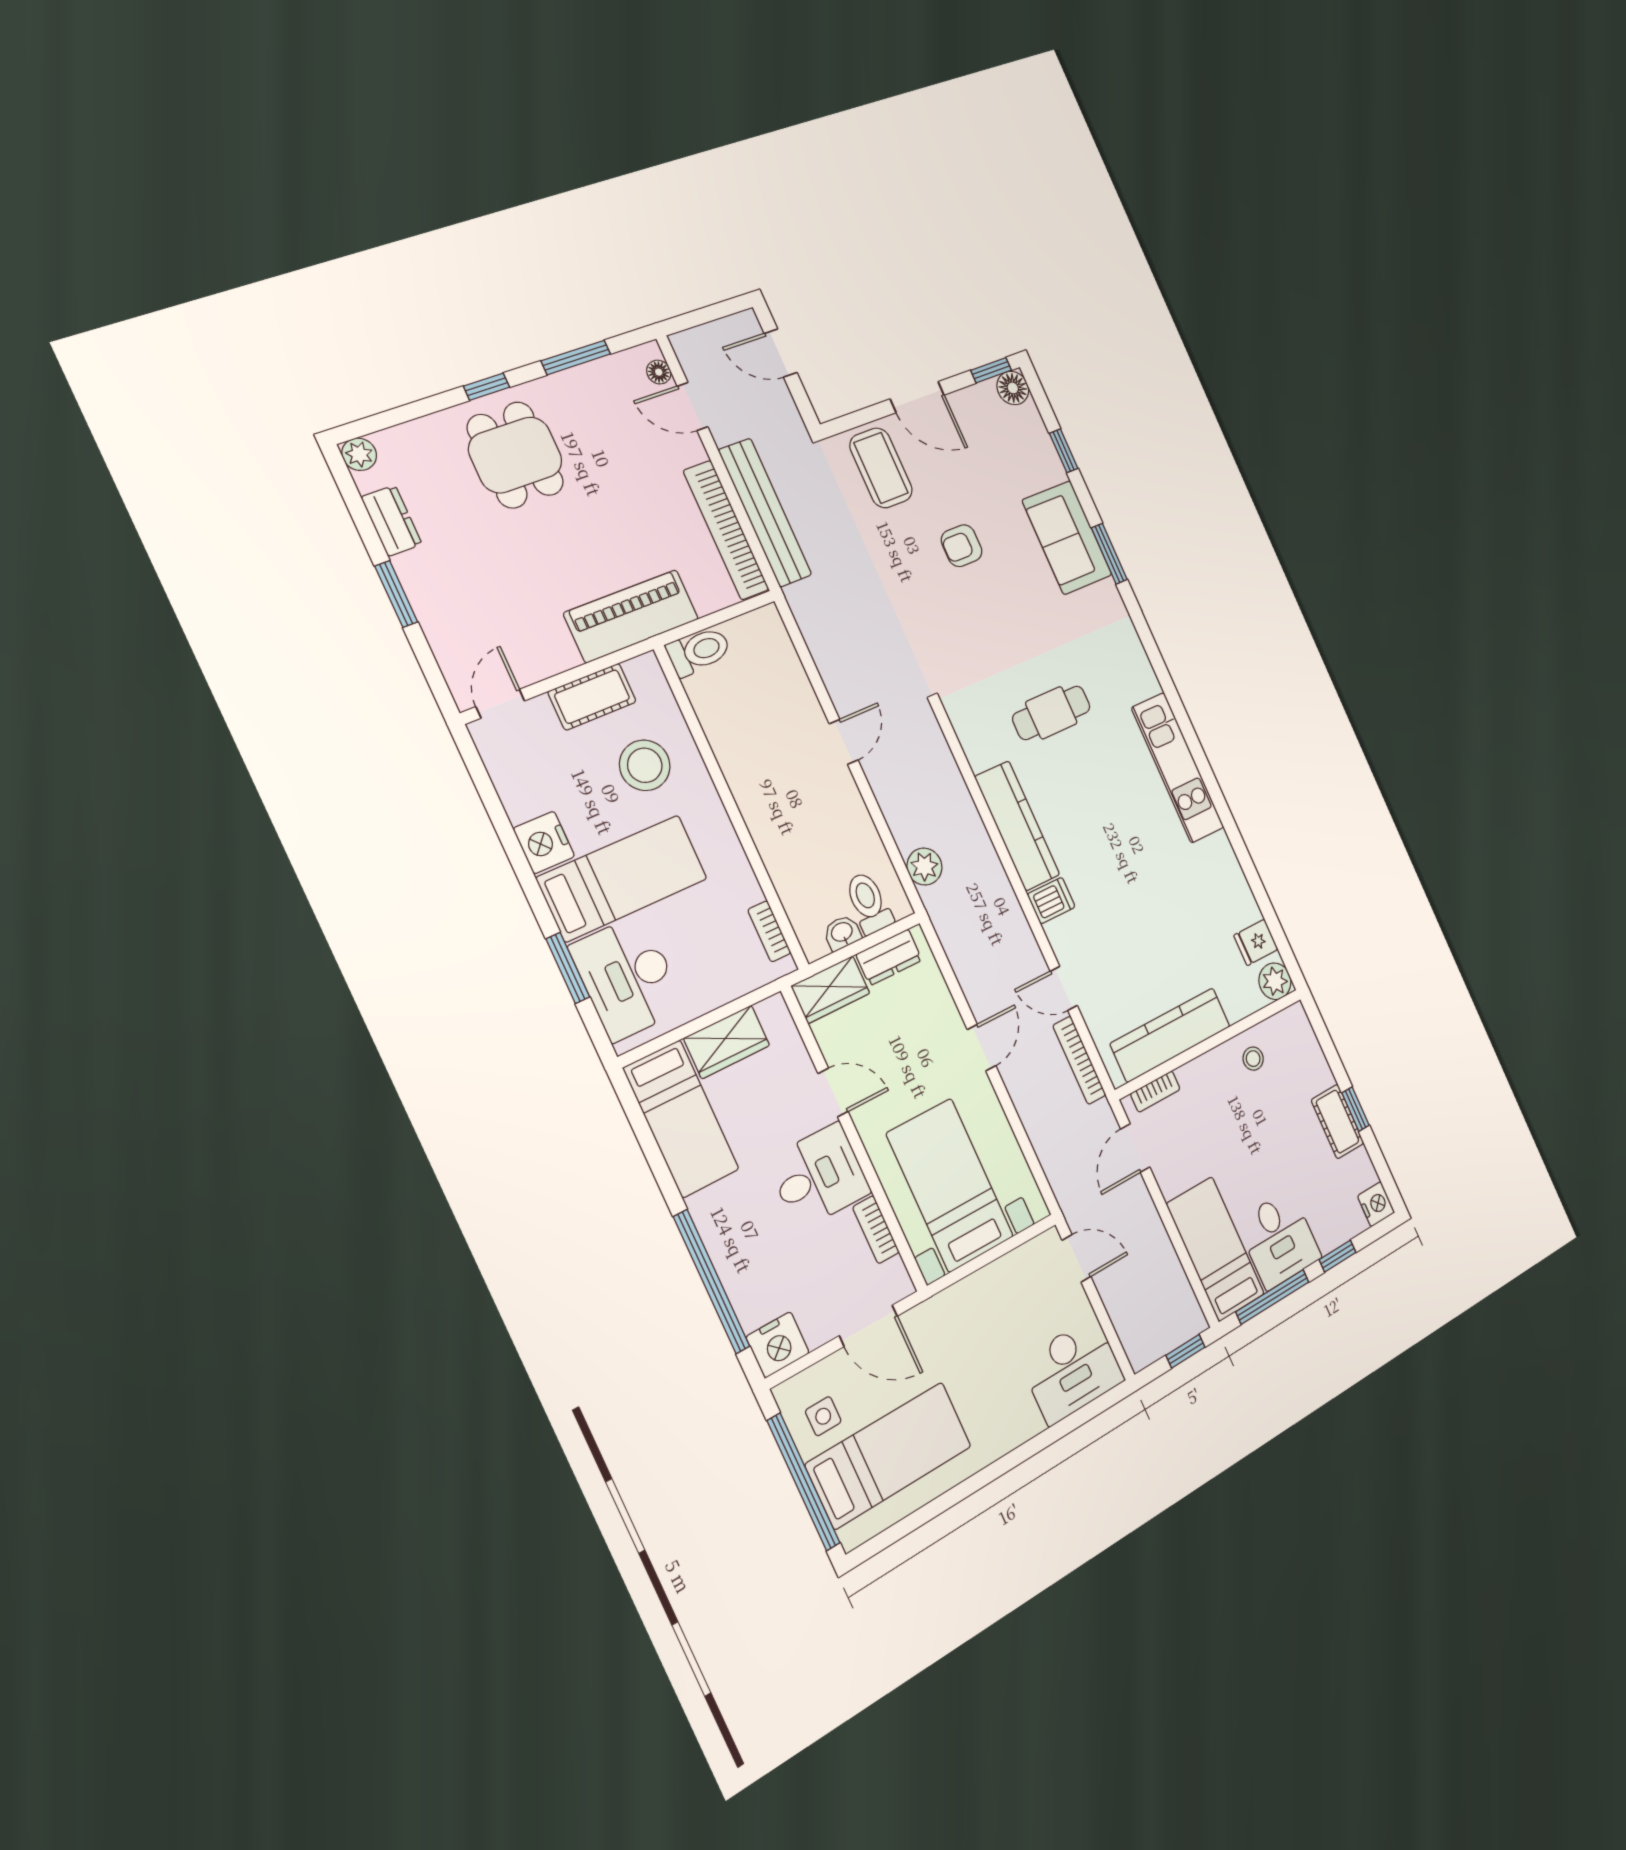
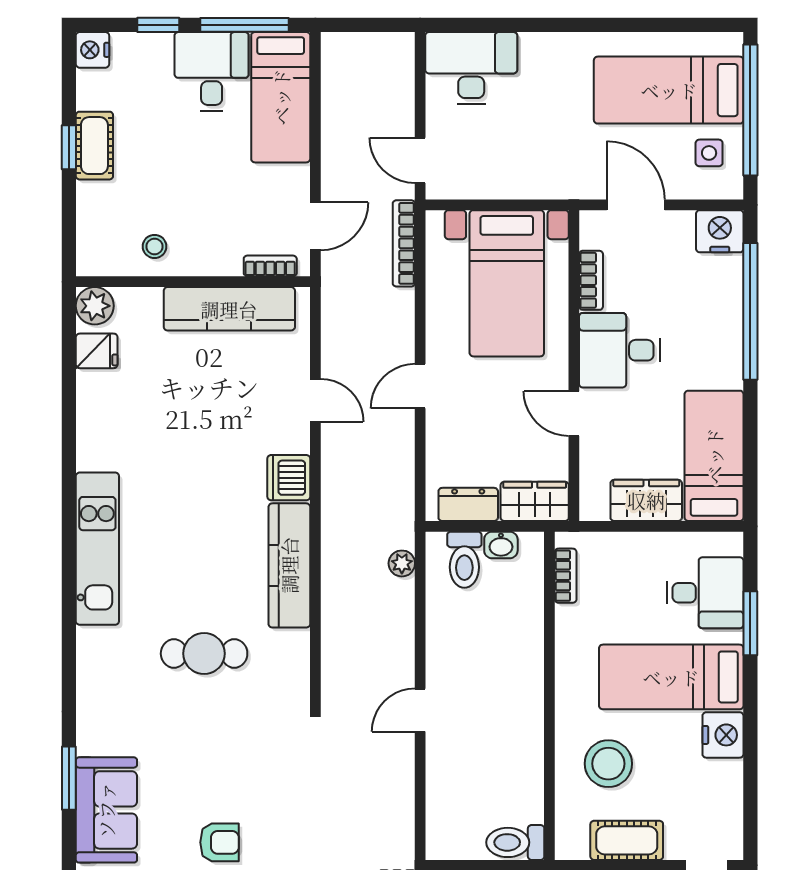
plant: (924, 867) -> (402, 563), width x0.73, depth x0.73
dishwasher: (1051, 901) -> (289, 478), width x1.38
desk: (627, 978) -> (705, 593), width x0.73
bookcase: (1079, 1060) -> (404, 243), moved, turned 180
window: (1185, 1351) -> (356, 25), removed

